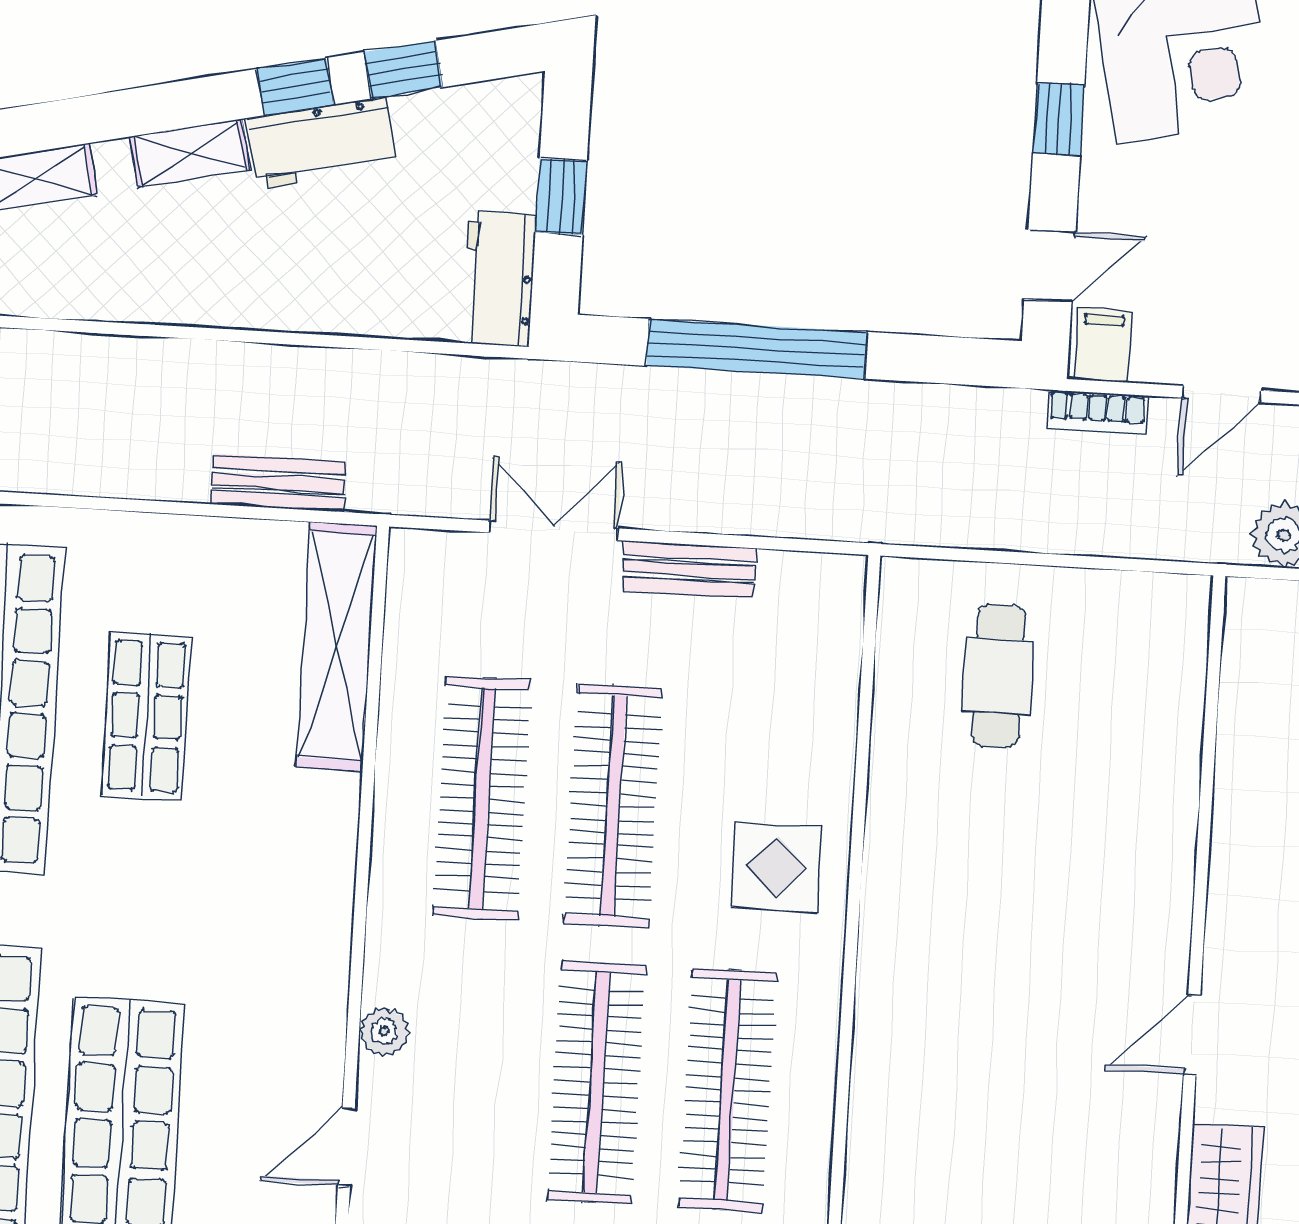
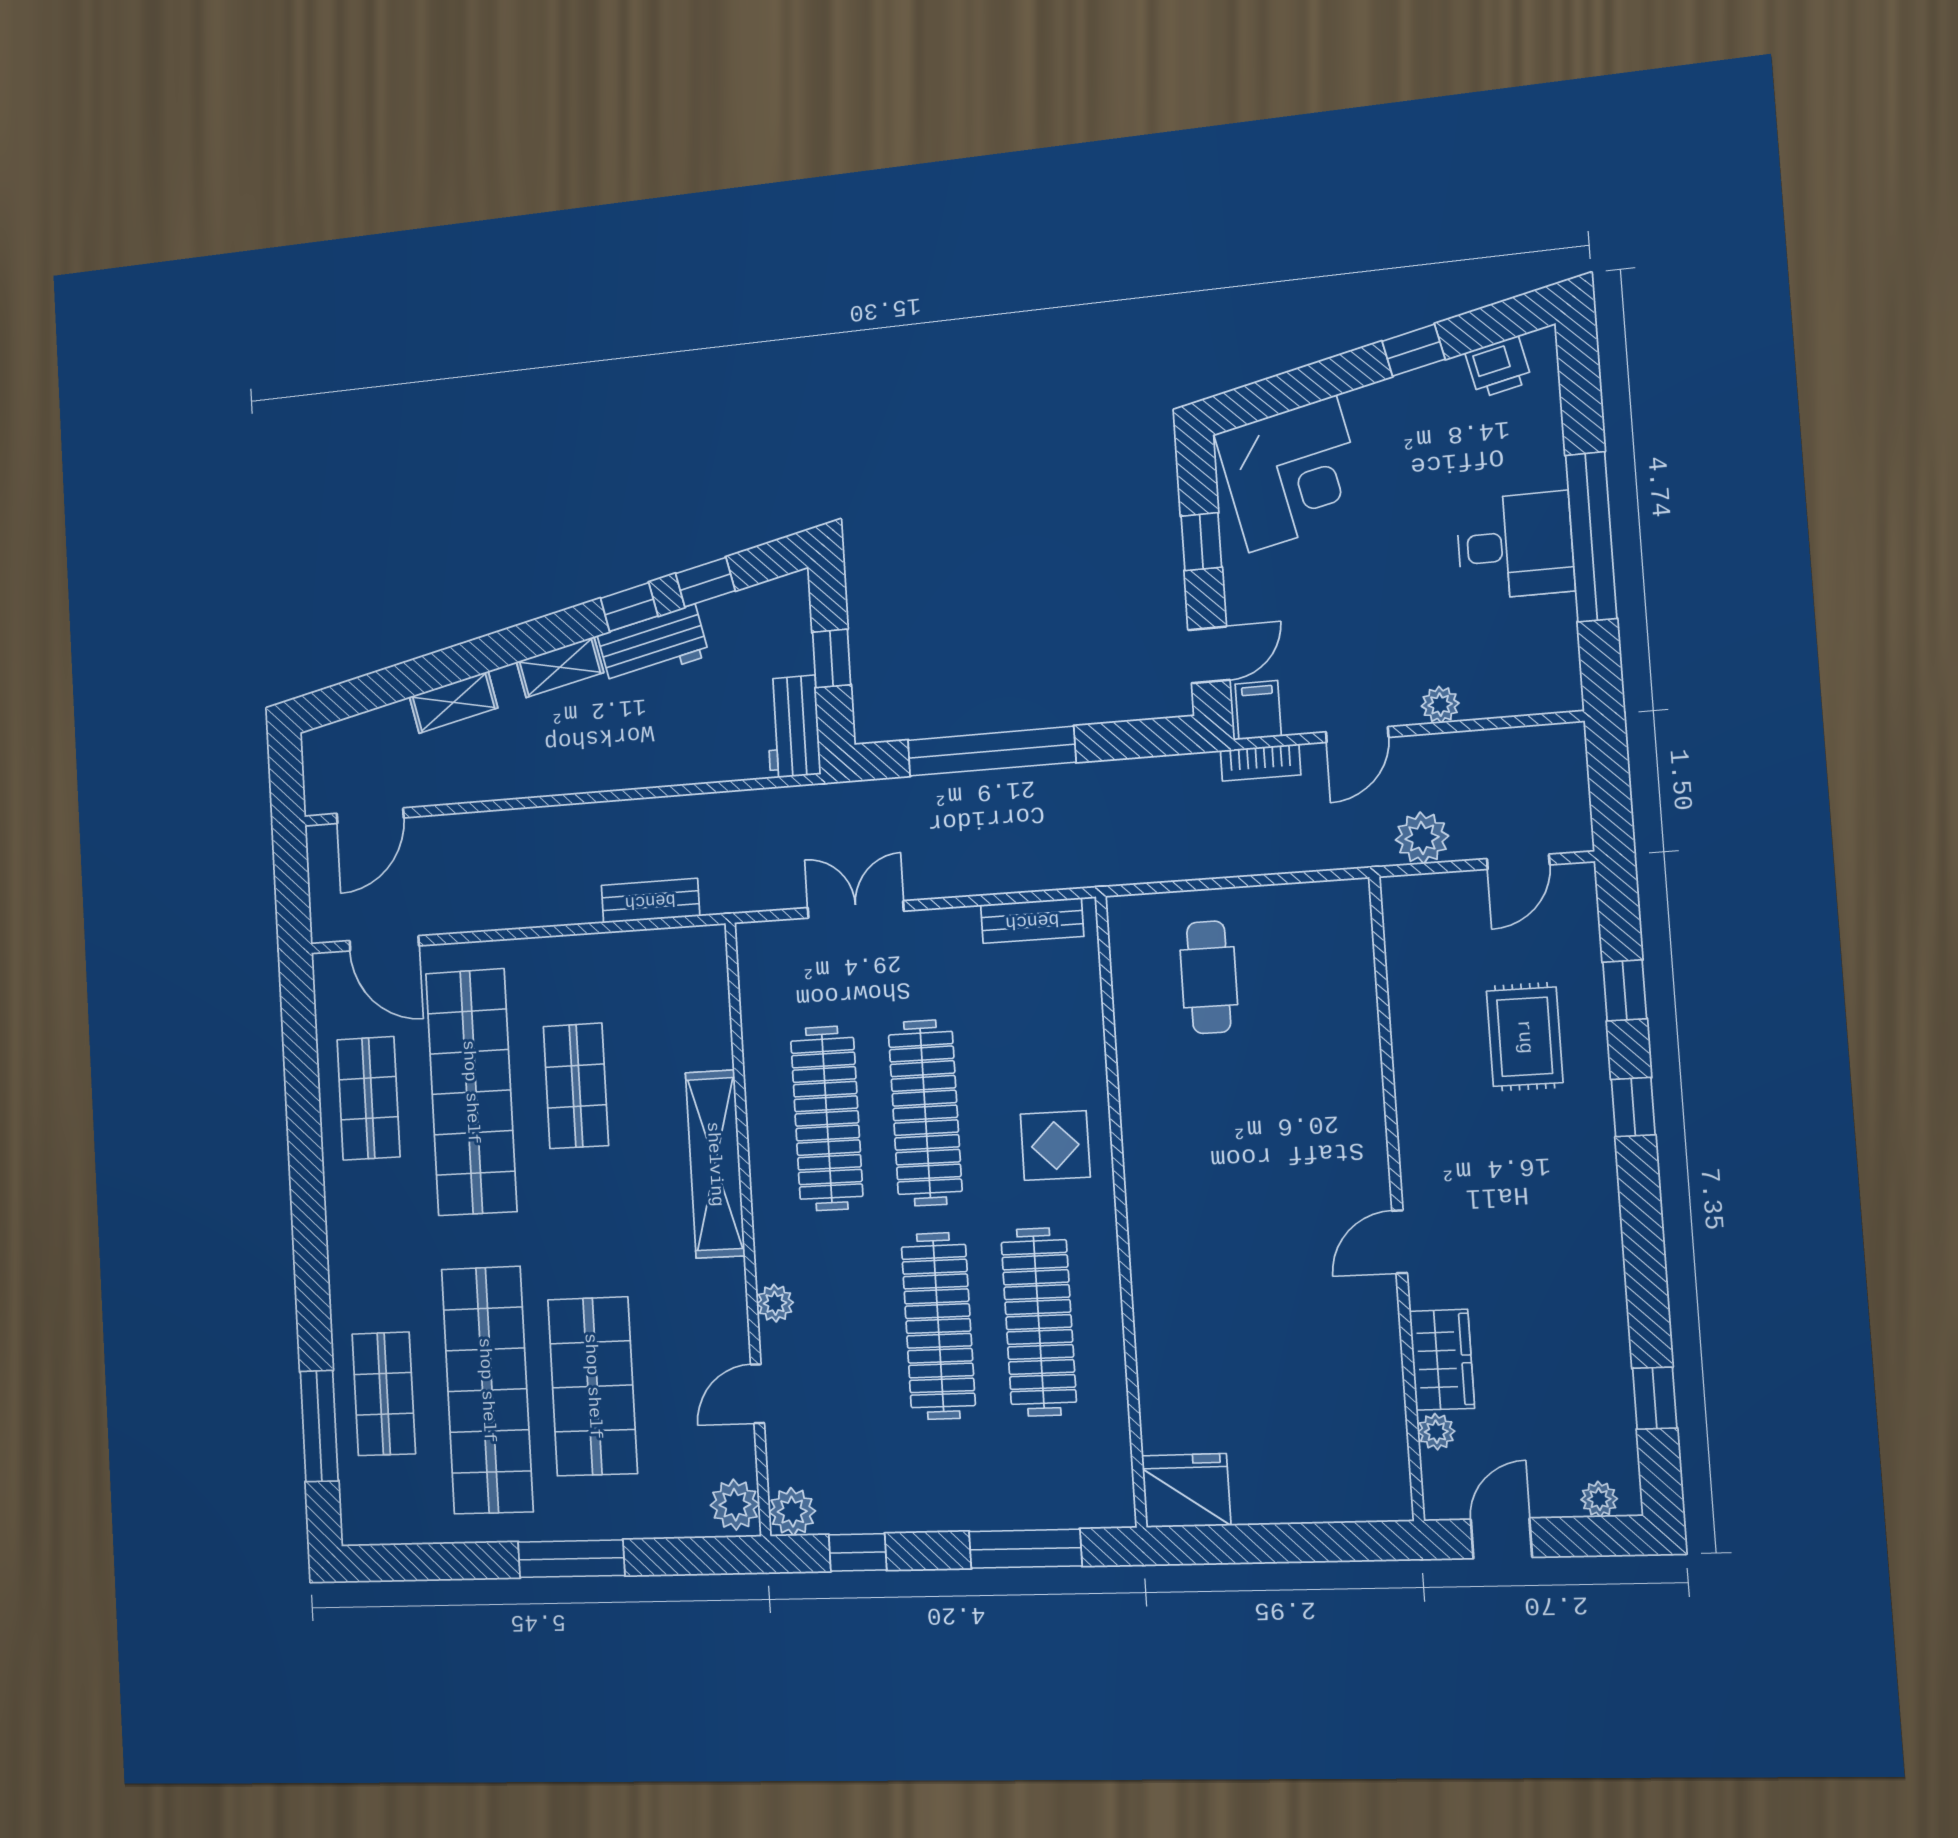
bench: (689, 569) -> (1032, 921), moved
shelving: (337, 646) -> (715, 1164), moved

